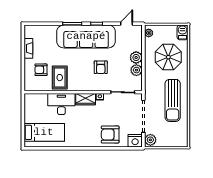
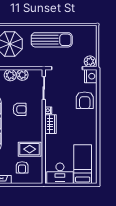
desk: (61, 104) -> (60, 173), moved, turned -90

